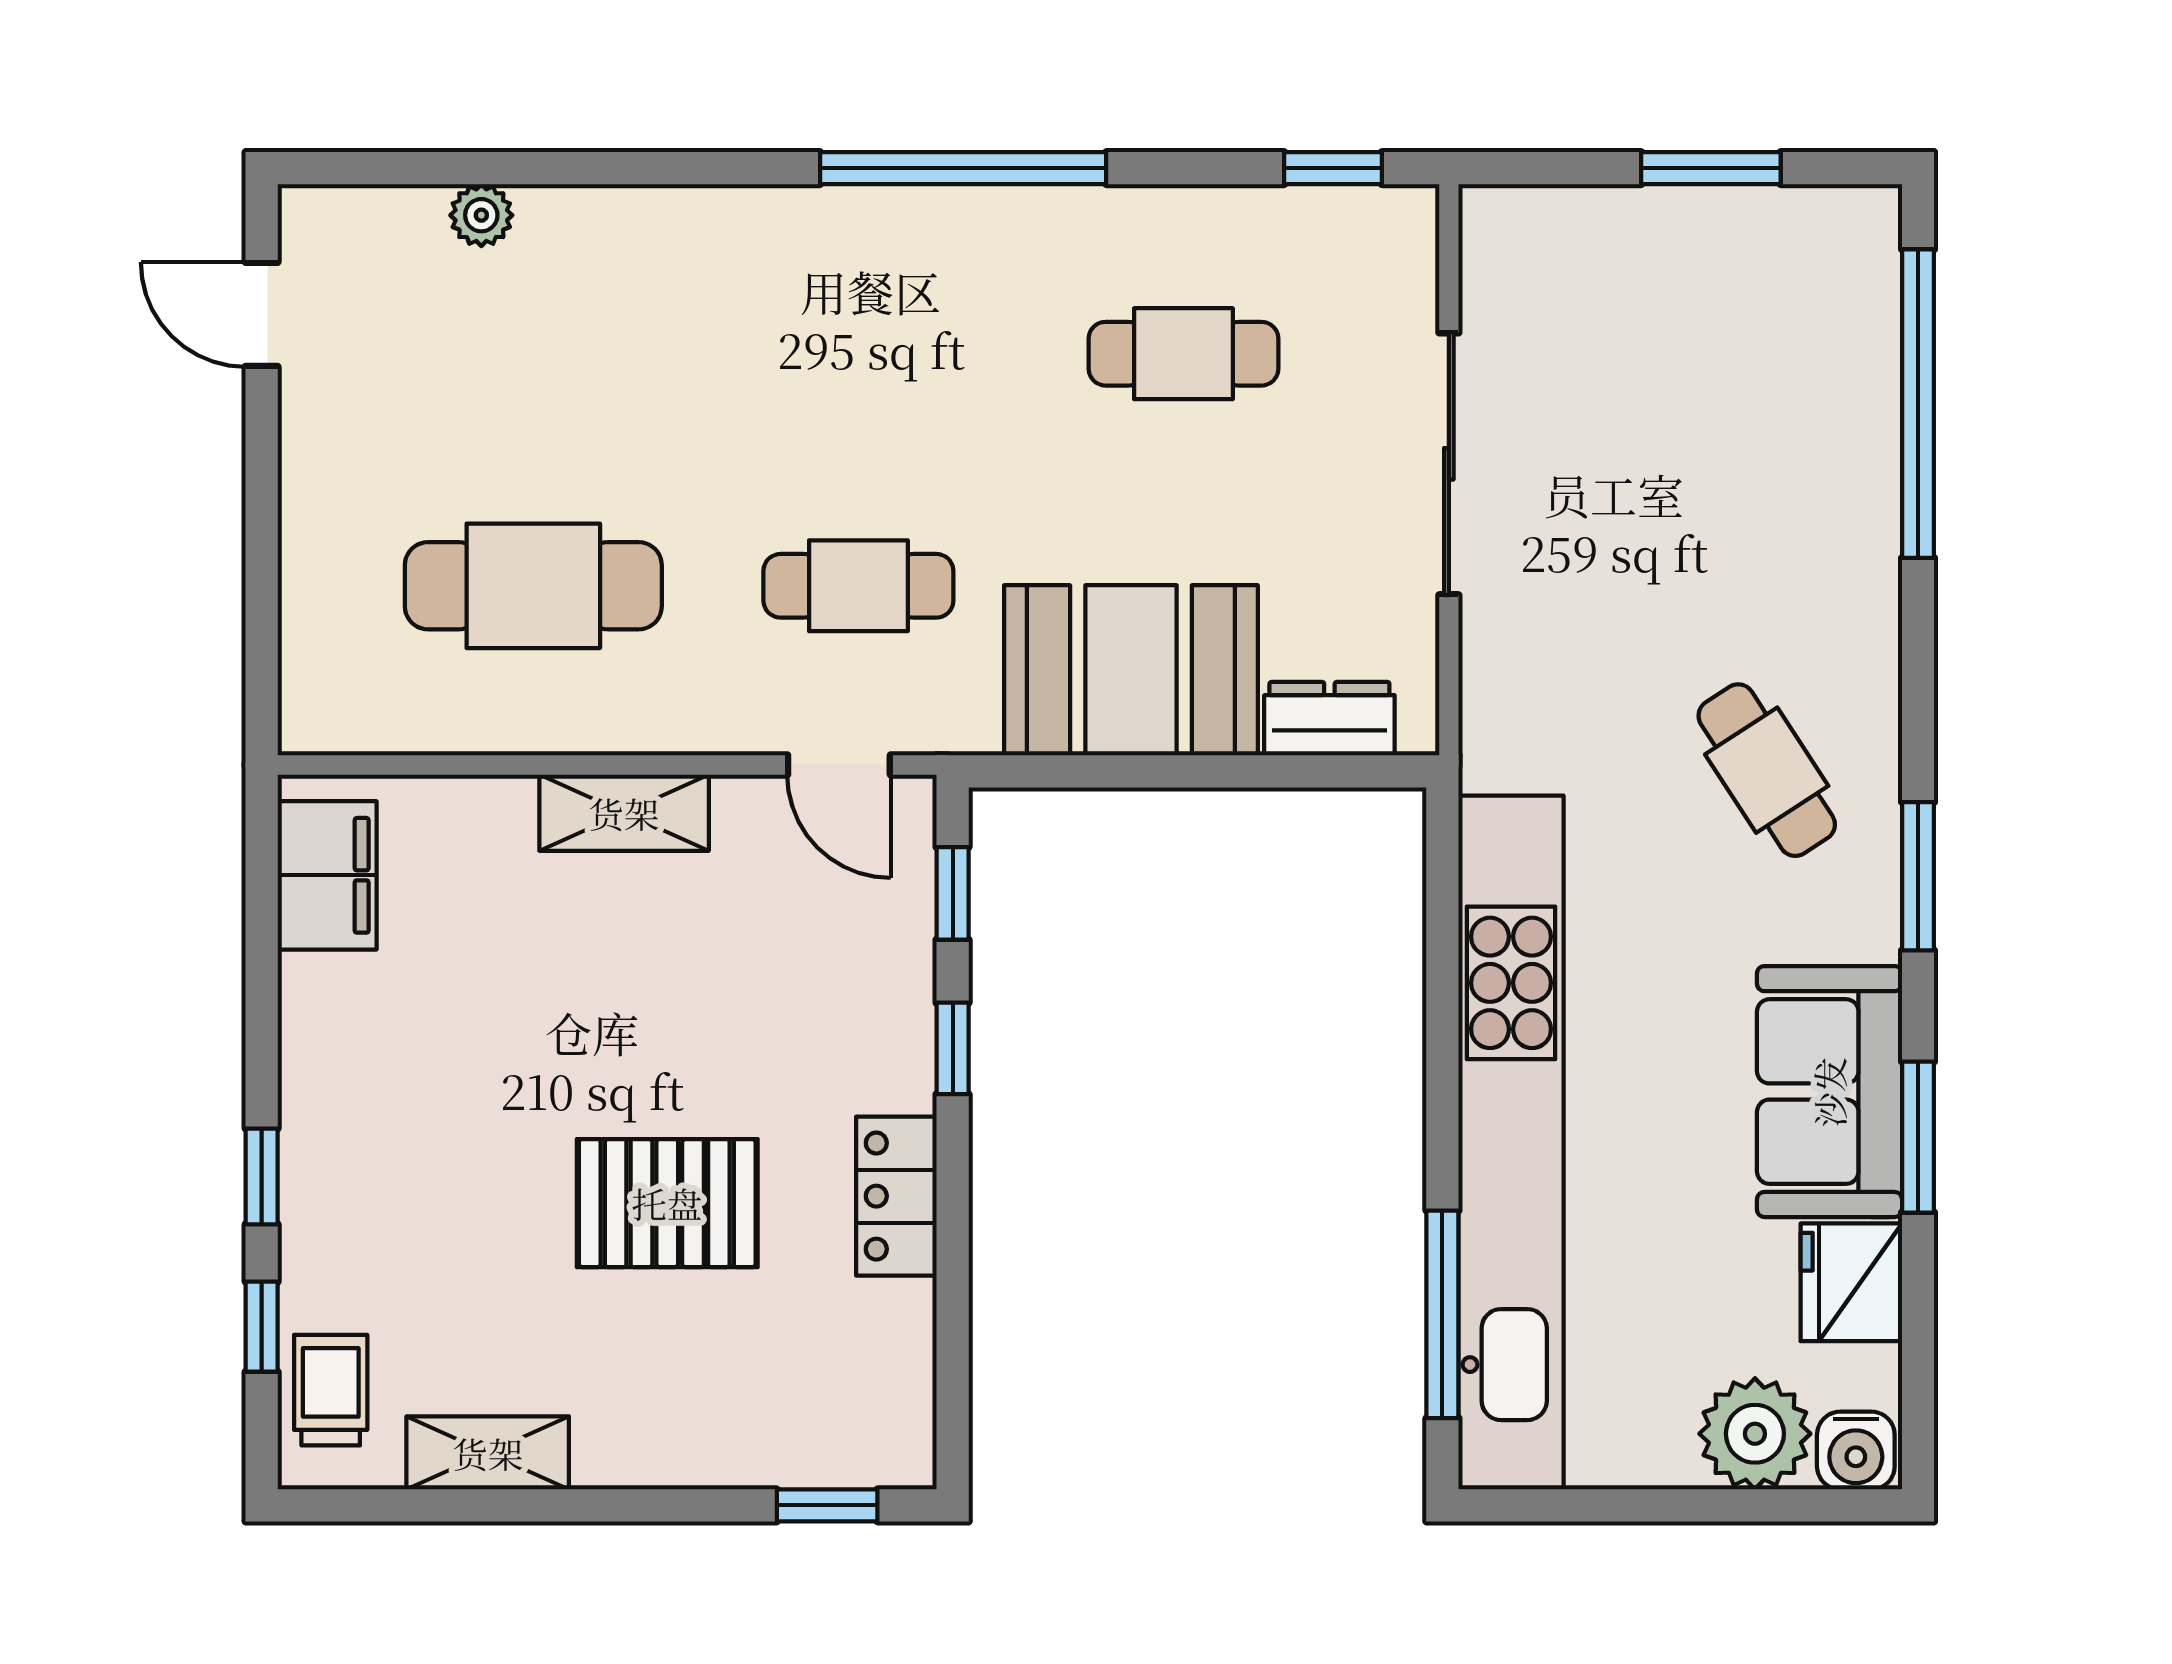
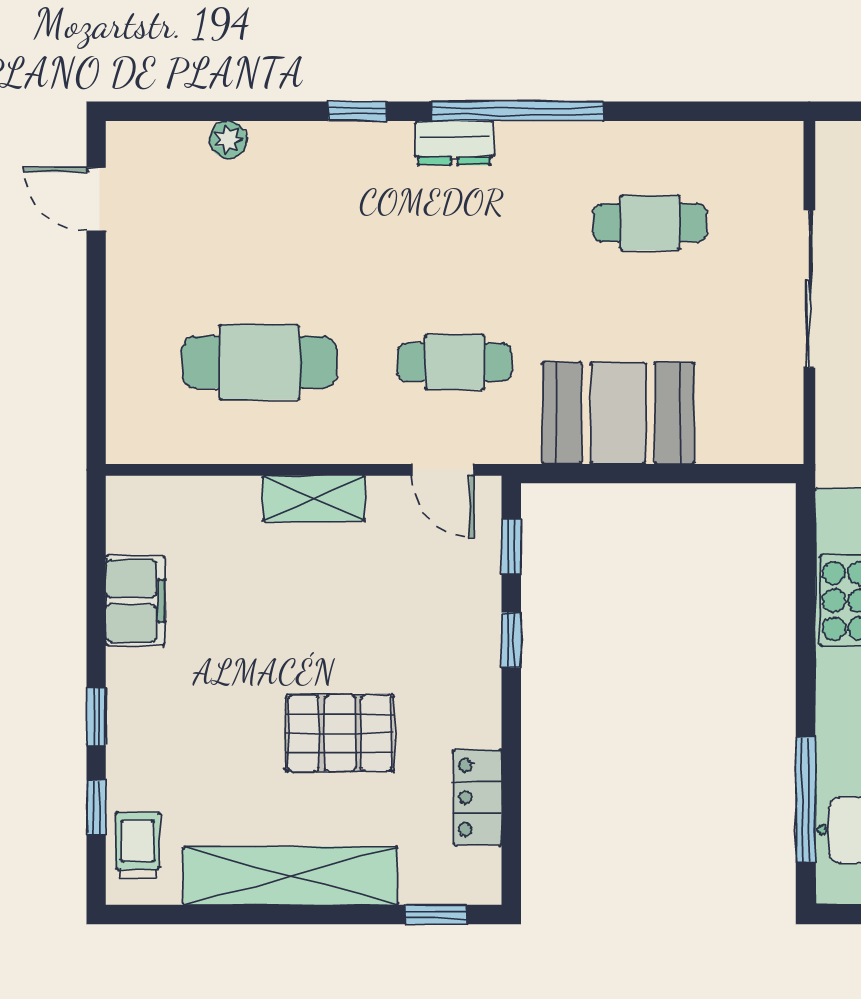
window: (1333, 168) -> (357, 111), moved
dresser: (1329, 719) -> (454, 143), moved, turned 180
filing cabinet: (327, 875) -> (135, 601), moved
locker: (896, 1196) -> (477, 797), moved
shelving: (488, 1453) -> (290, 876), width x2.20, depth x1.33

